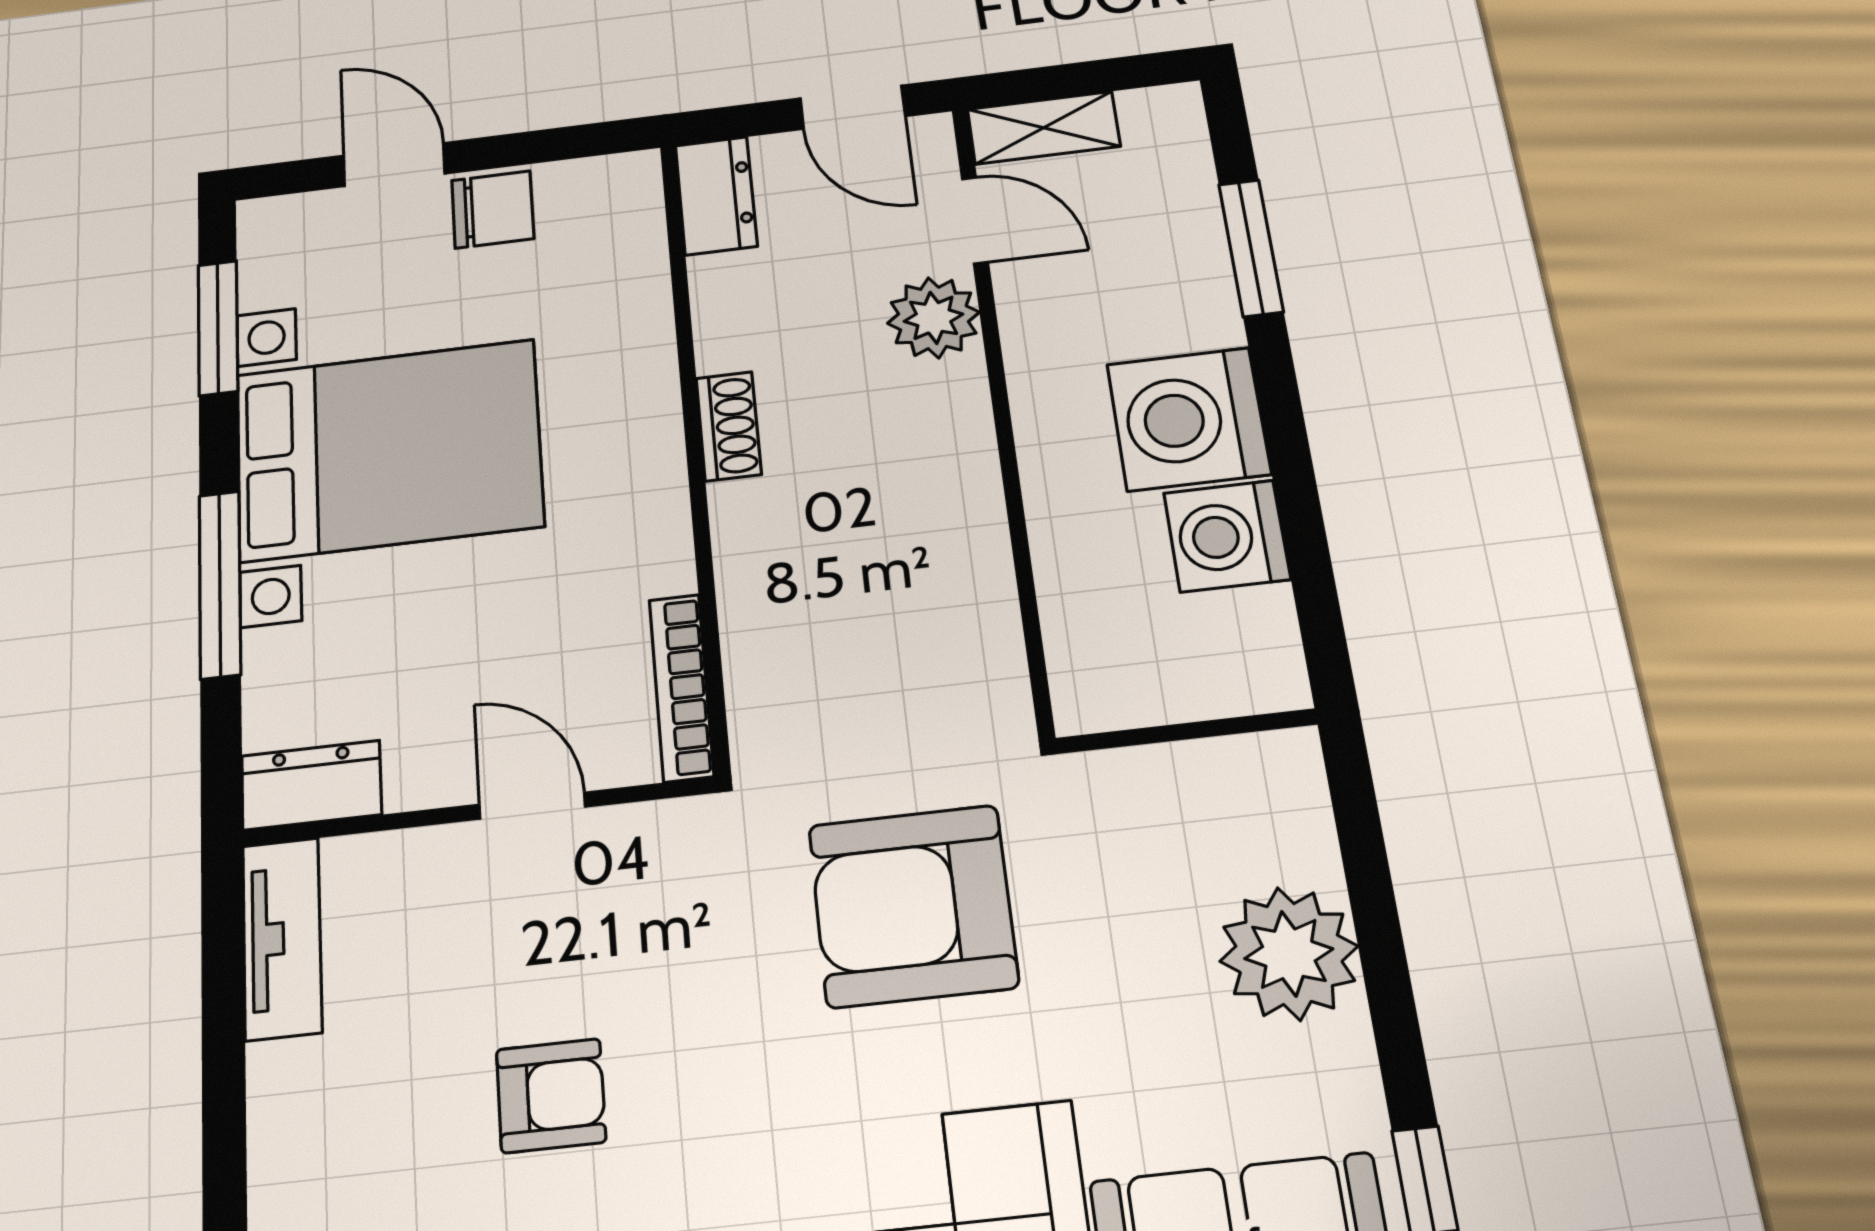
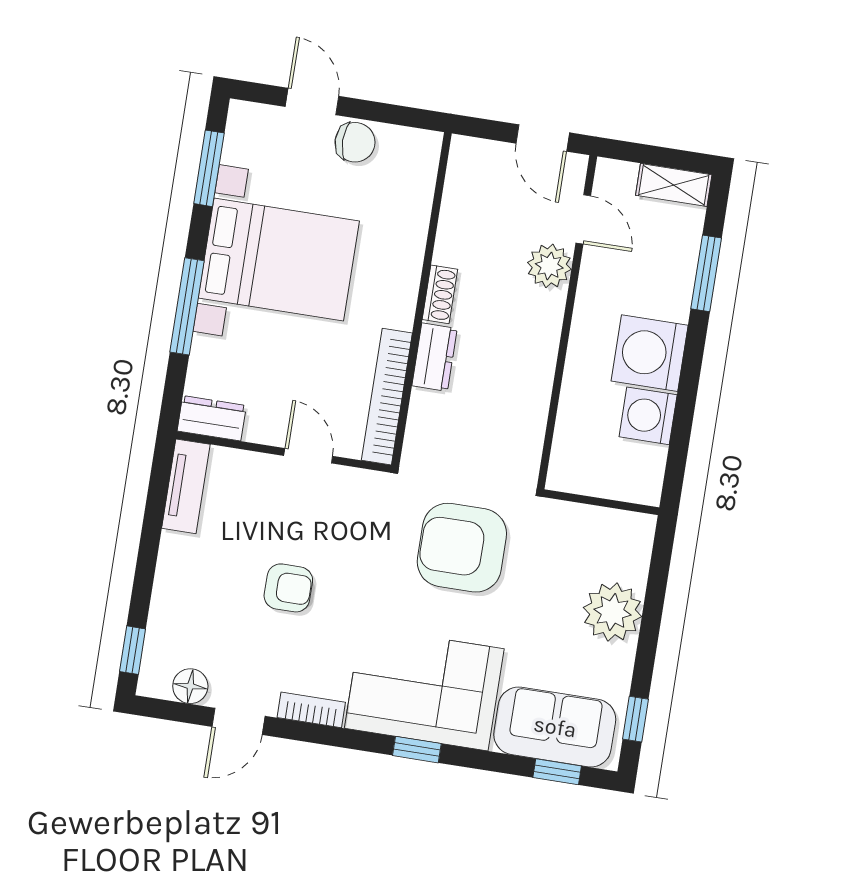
shelving: (1044, 128) -> (674, 185), moved
dresser: (716, 196) -> (435, 357), moved
bookcase: (681, 687) -> (387, 397), width x1.48, depth x1.31

